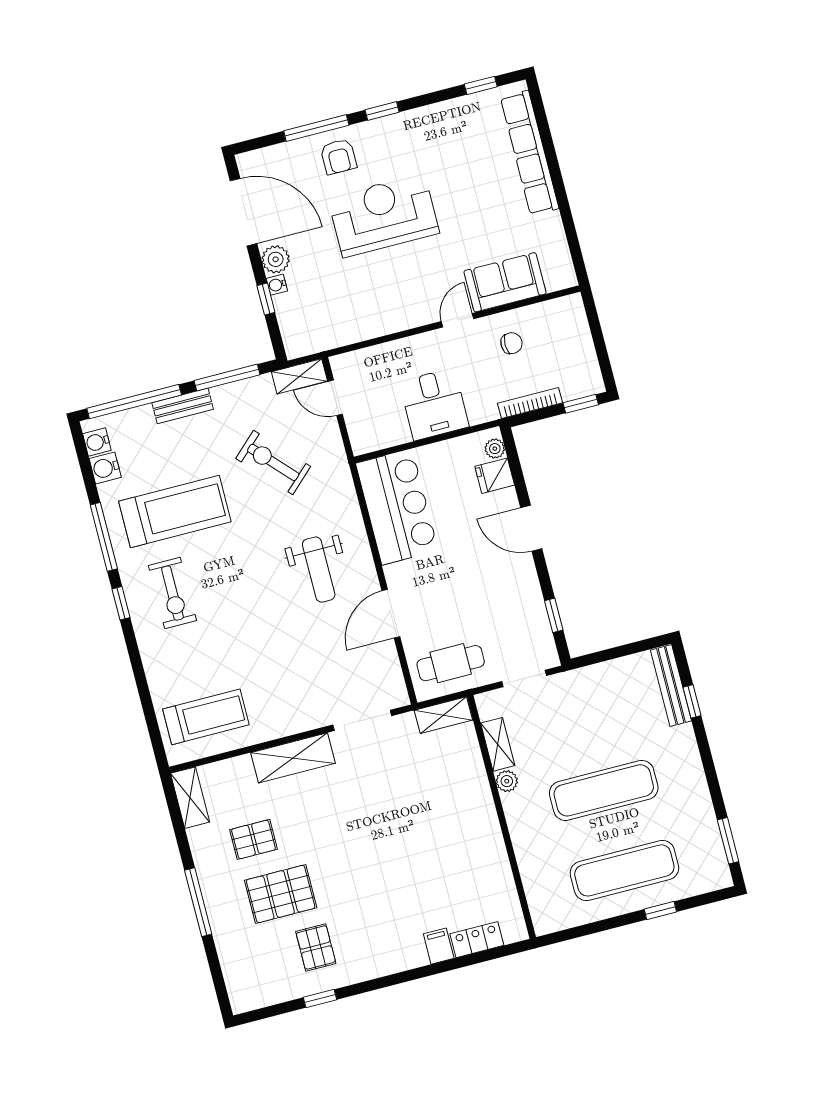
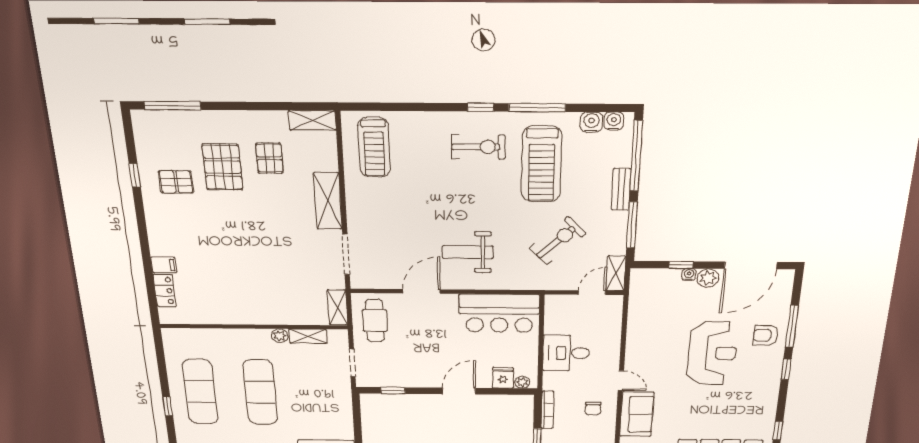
exercise bike: (172, 593) -> (478, 147), turned 180
door: (391, 614) -> (421, 291), hinge flipped
window: (198, 902) -> (173, 106), moved

